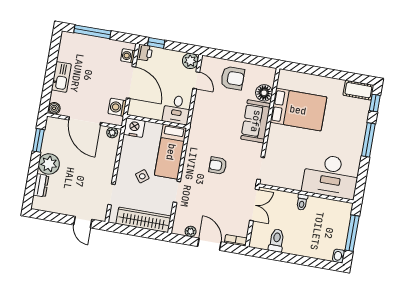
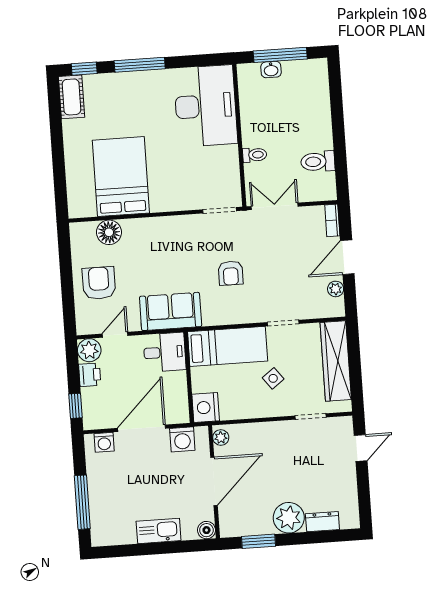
printer: (145, 53) -> (90, 375), moved, turned 90
sofa: (256, 121) -> (171, 311), moved, turned 180
toilet: (302, 202) -> (255, 155), moved
washbasin: (339, 256) -> (271, 70), moved

